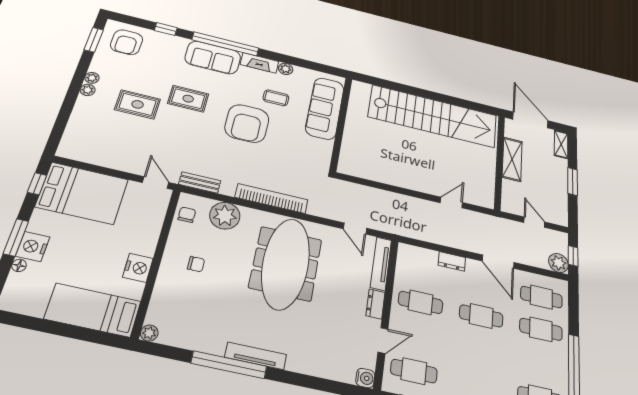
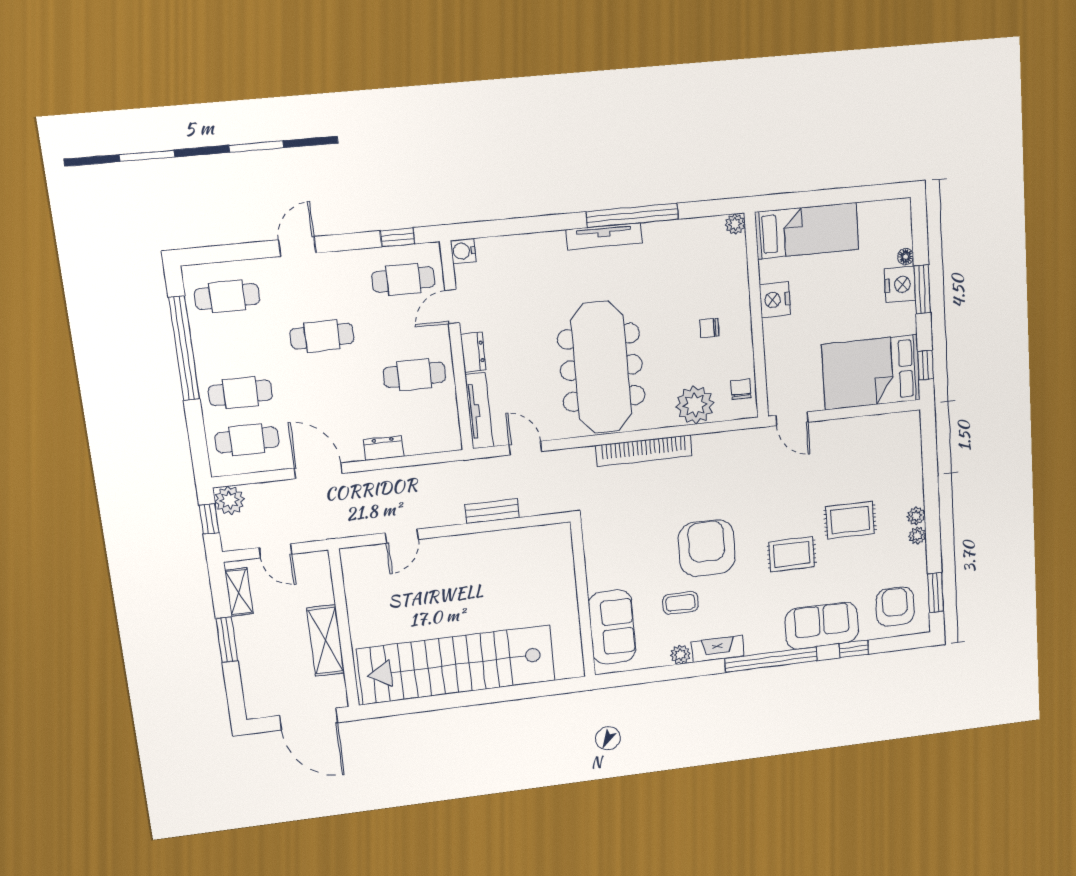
sofa: (213, 57) -> (822, 626), moved
sofa: (325, 108) -> (612, 627), width x0.73
shelving: (561, 144) -> (239, 592), moved
bench: (200, 182) -> (492, 511), moved
chair: (187, 215) -> (741, 389), turned 180
cafe table: (481, 316) -> (322, 336), moved

